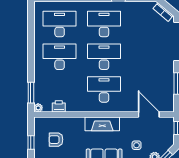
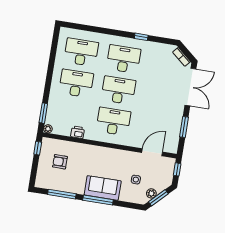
printer: (59, 106) -> (78, 132), moved
door: (149, 115) -> (152, 152), hinge flipped
fireplace: (102, 124) -> (106, 154), removed
window: (31, 143) -> (38, 148), moved

